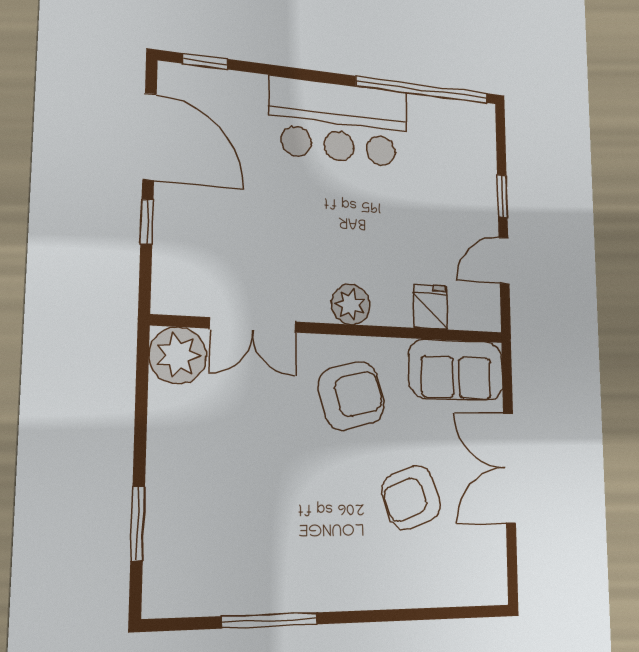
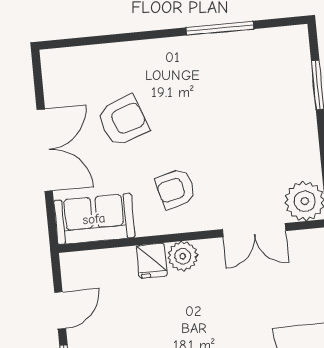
fridge: (431, 307) -> (152, 261), moved
double door: (253, 325) -> (254, 230), swing flipped
armchair: (351, 396) -> (176, 189), width x0.72, depth x0.72

